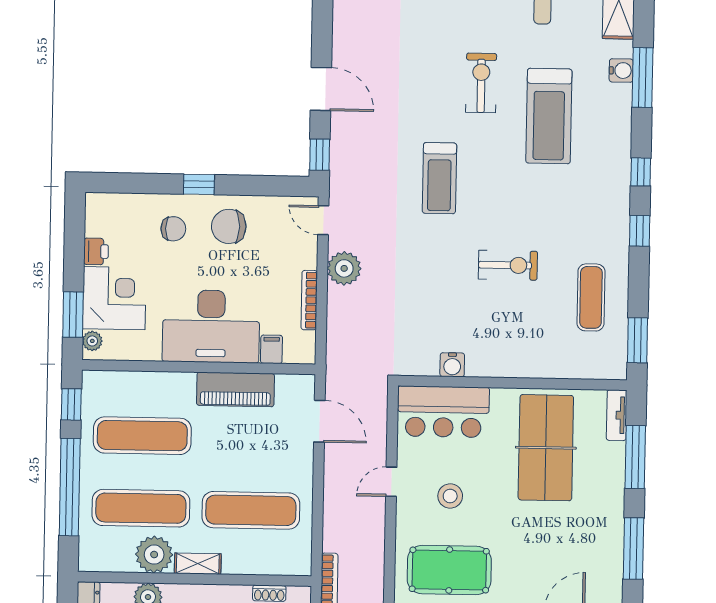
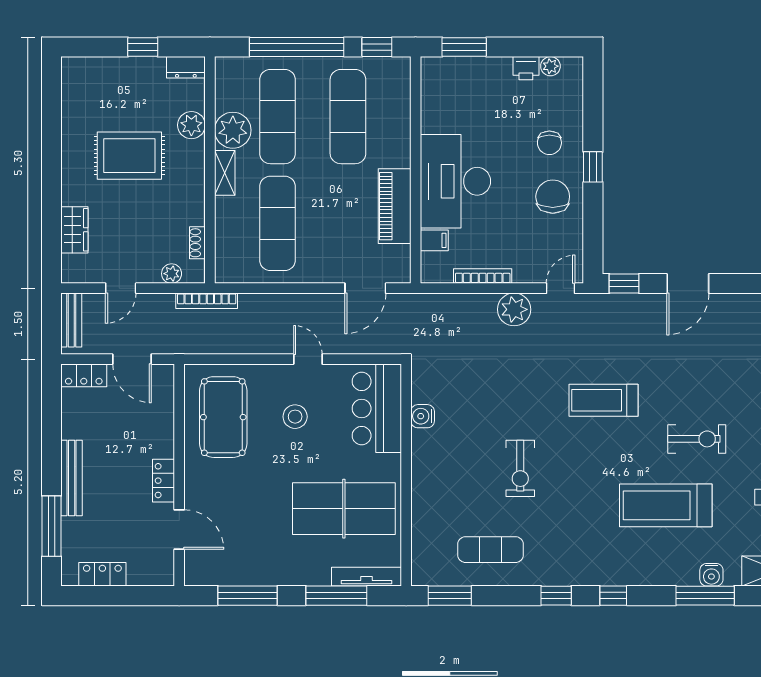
corner desk: (114, 298) -> (481, 87), removed
plant: (92, 341) -> (550, 66), moved
tv unit: (617, 415) -> (367, 577), width x1.41

